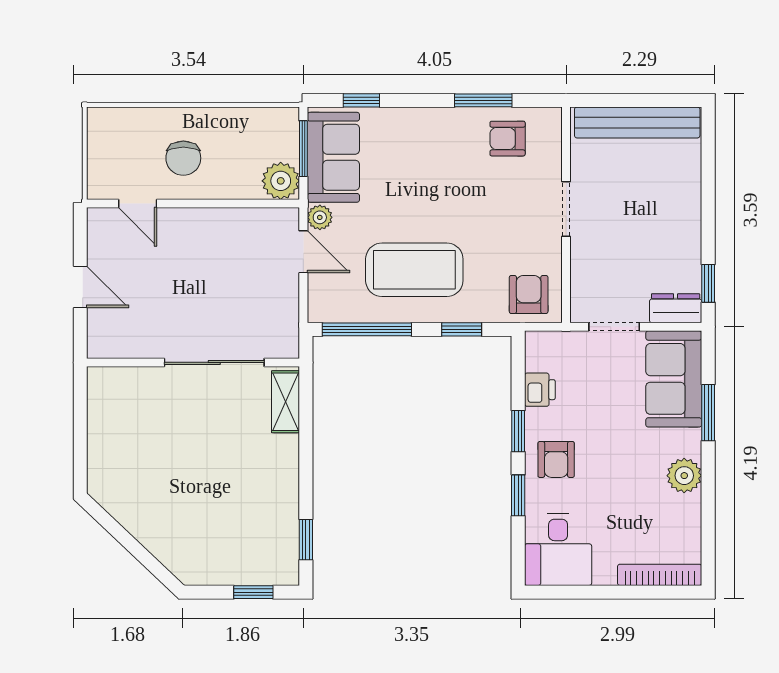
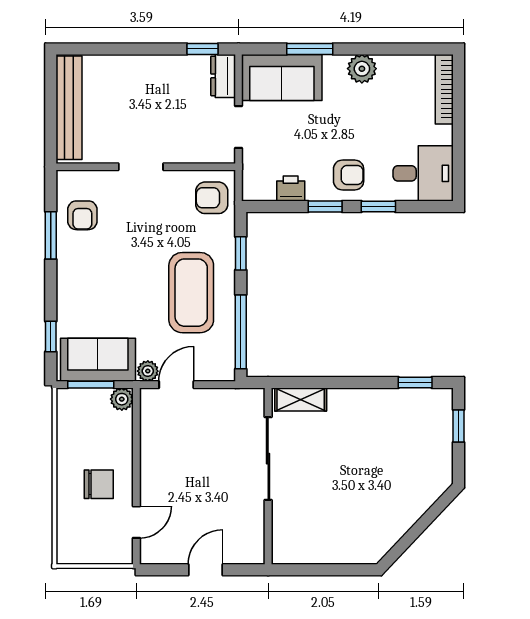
plant: (281, 181) -> (122, 399), width x0.73, depth x0.73

